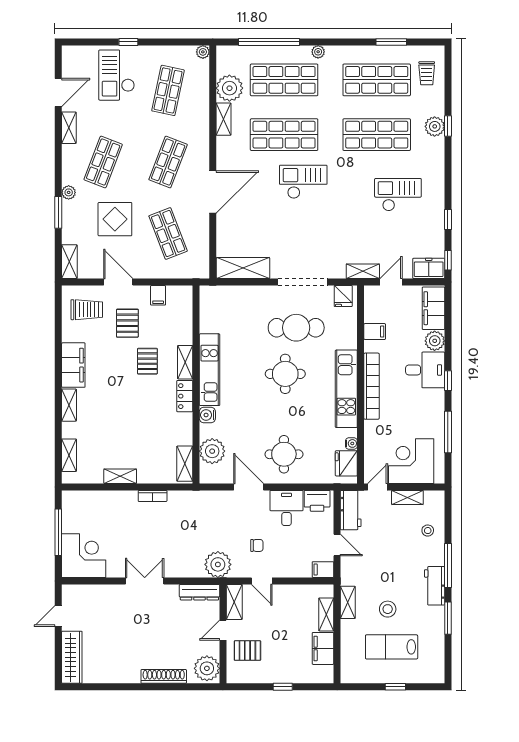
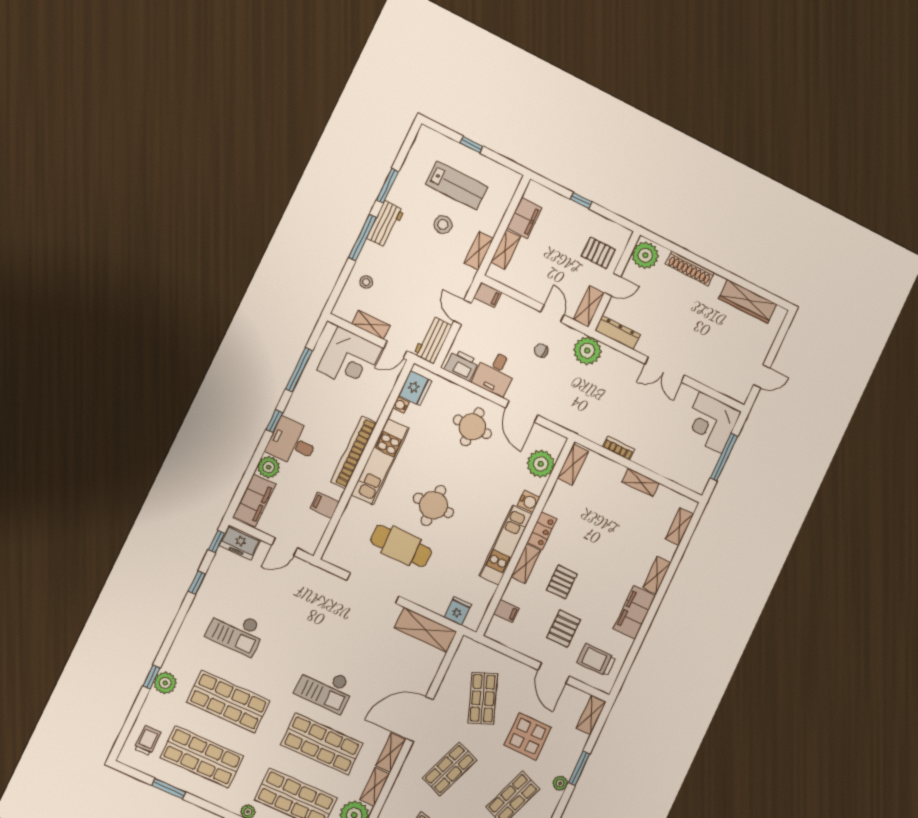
shelving: (363, 271) -> (391, 753), moved, turned 90
filing cabinet: (158, 295) -> (506, 611), moved, turned 90
fridge: (343, 296) -> (458, 611), moved
wardrobe: (72, 657) -> (748, 301), moved, turned -90

